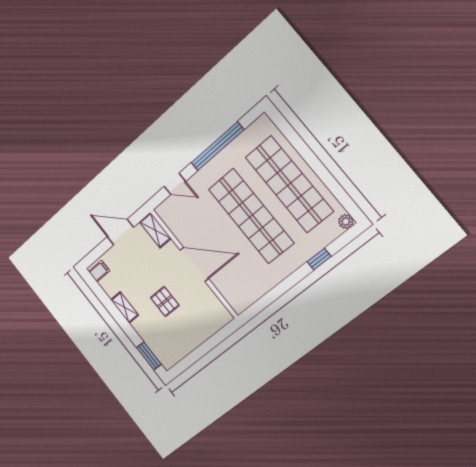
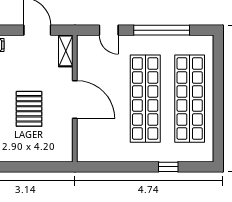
plant: (346, 221) -> (207, 155), removed
pallet: (165, 302) -> (29, 109), width x1.50, depth x1.42

